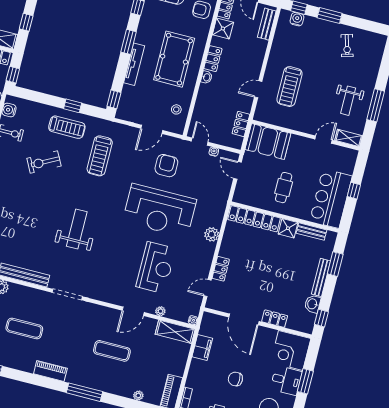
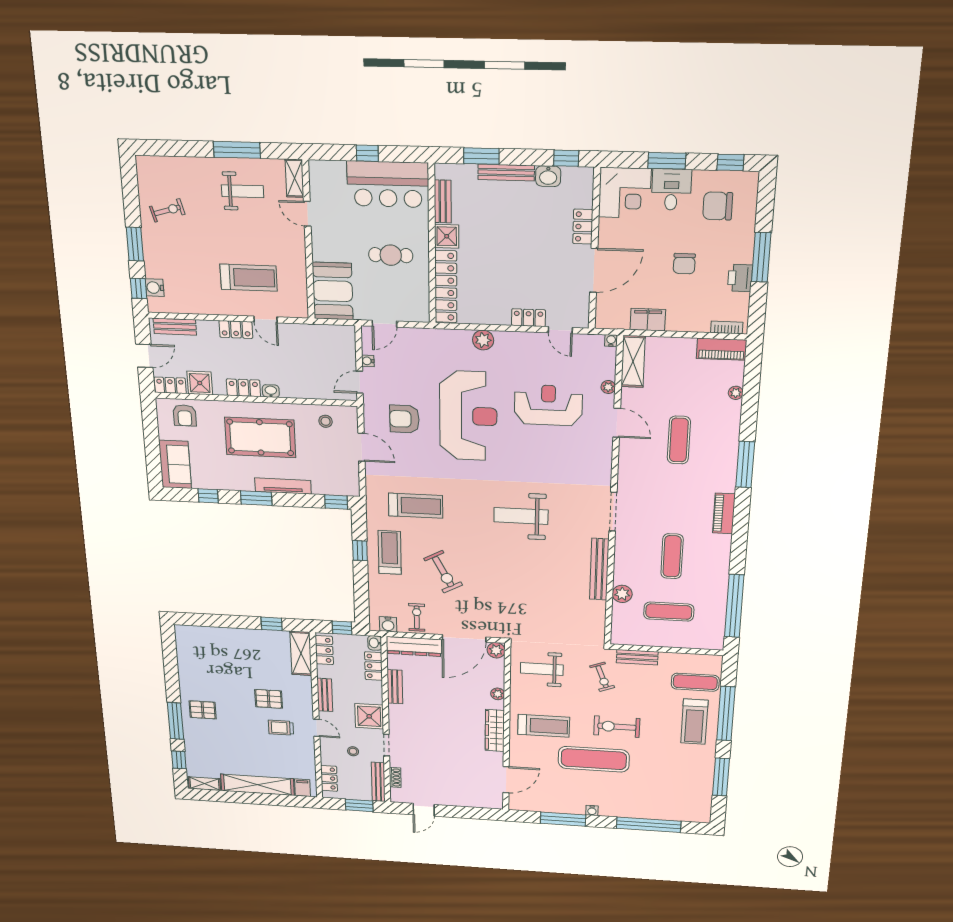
locker: (241, 124) -> (236, 330), moved

